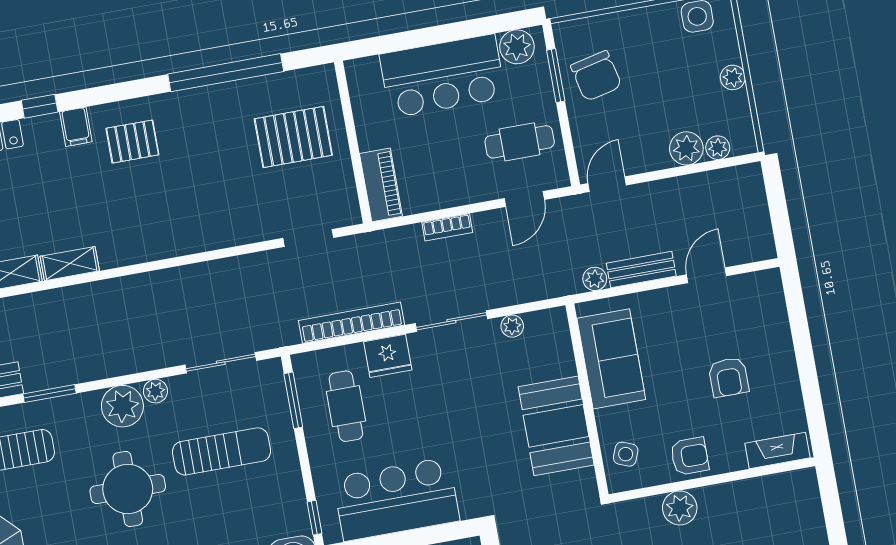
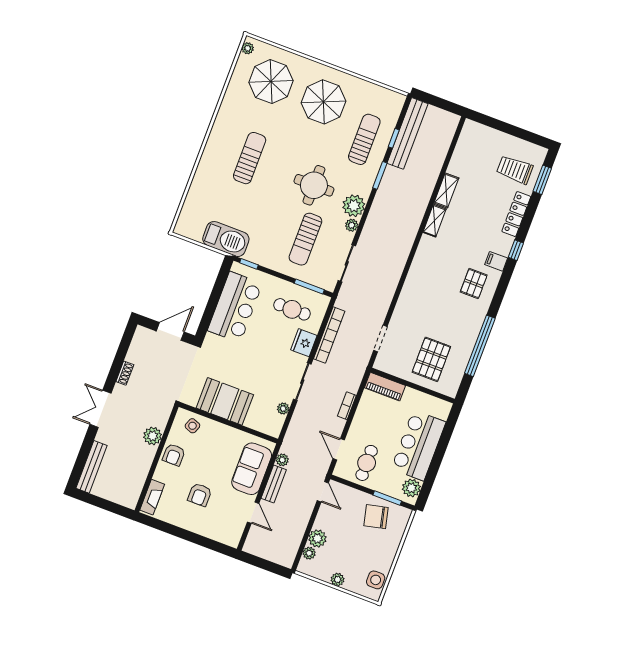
sofa: (611, 359) -> (252, 469), moved, turned 90
armchair: (729, 377) -> (200, 495), turned -90

